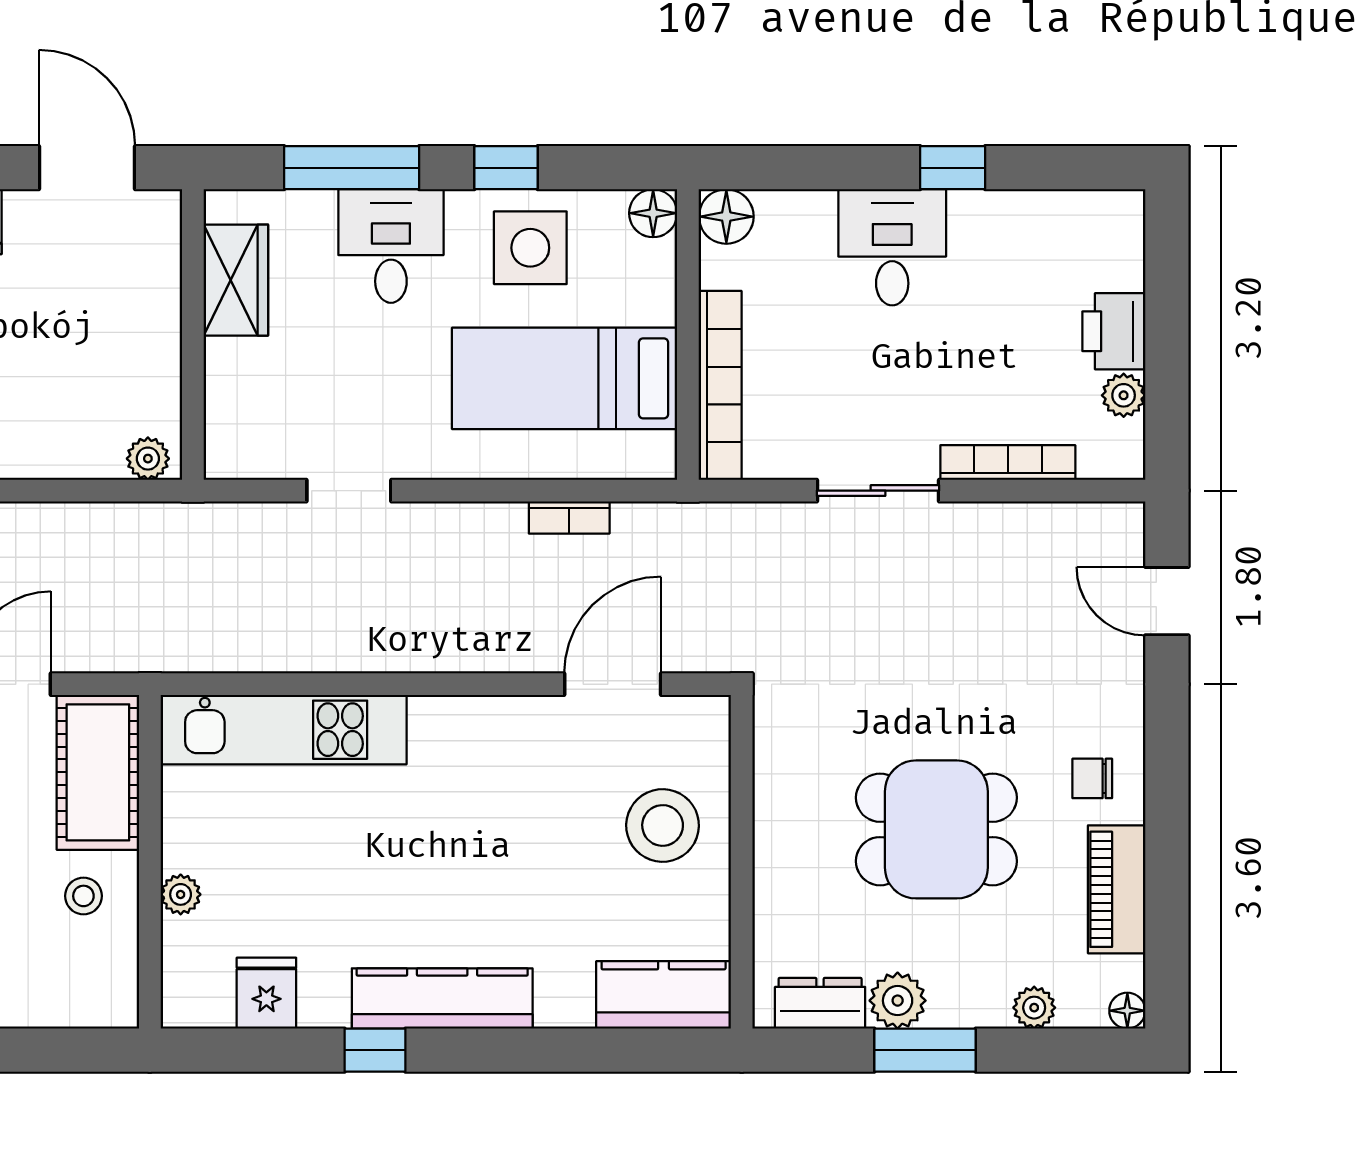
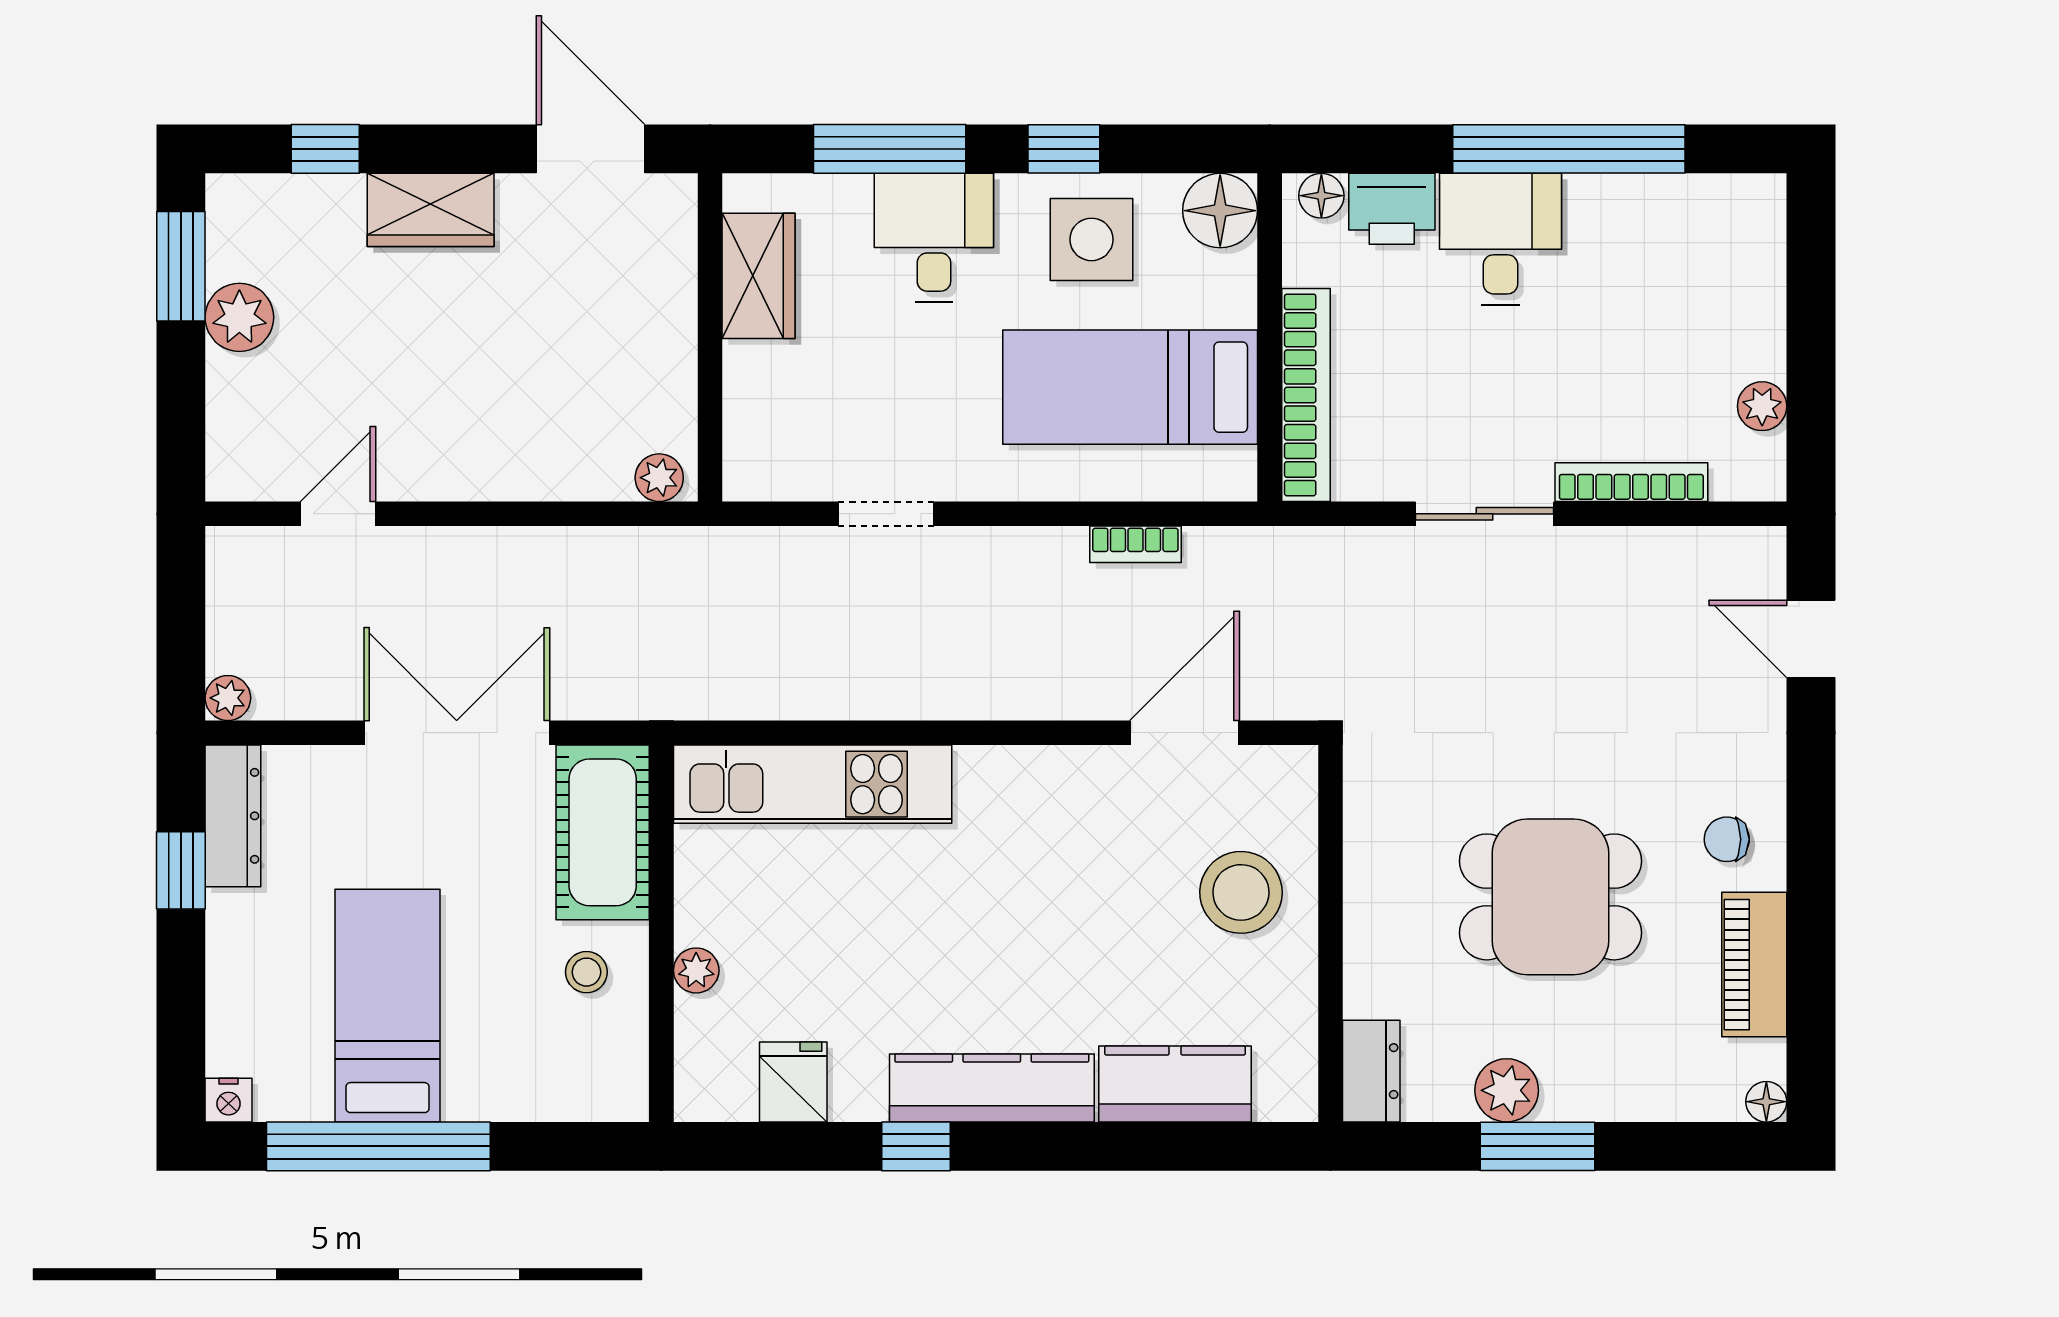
window: (953, 168) -> (1569, 149), width x3.17
floor lamp: (653, 213) -> (1220, 211), width x1.38, depth x1.38
floor lamp: (726, 217) -> (1321, 196), width x0.73, depth x0.73
printer: (1114, 331) -> (1392, 209), moved, turned -90
kitchen counter: (664, 995) -> (1175, 1084), moved
dresser: (820, 1003) -> (1371, 1071), moved, turned 90
plant: (1034, 1008) -> (1661, 1098), removed

